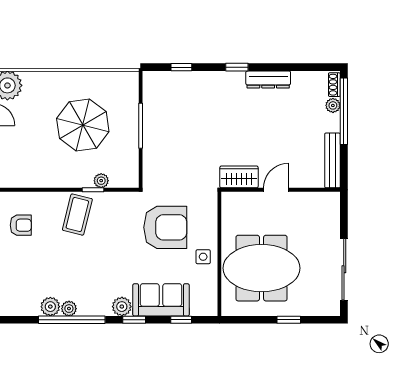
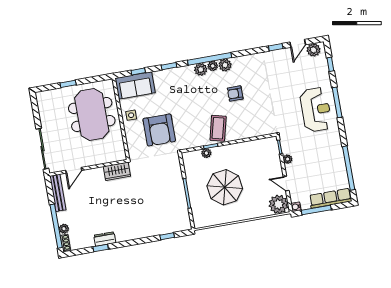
window: (237, 67) -> (101, 248), moved
dresser: (268, 79) -> (105, 239), width x0.70
door: (276, 190) -> (74, 170), moved
armchair: (21, 225) -> (235, 94), moved
armchair: (165, 227) -> (159, 130), turned -90
meeting table: (262, 268) -> (92, 114), turned 90
sliding door: (344, 269) -> (42, 149), moved
sofa: (161, 300) -> (135, 85), moved
plant: (122, 307) -> (201, 69), moved

